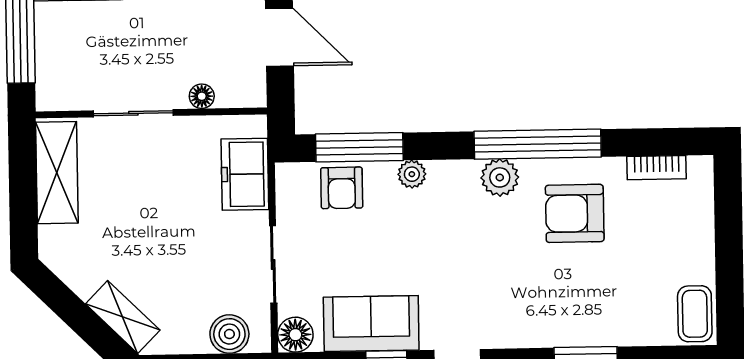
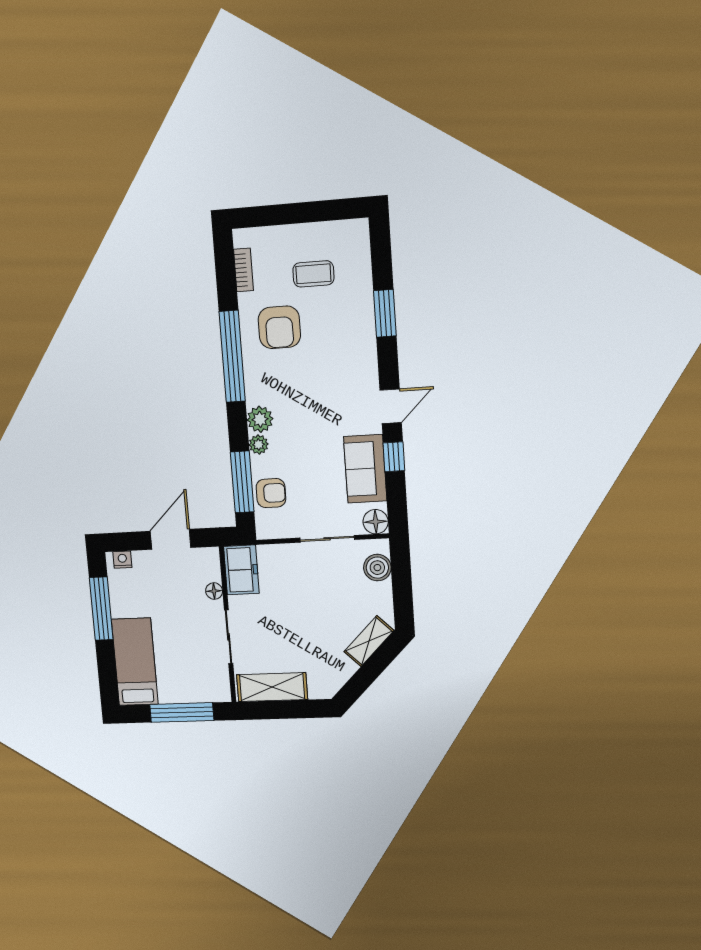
freezer: (245, 174) -> (241, 570), moved, turned -90
plant: (500, 177) -> (260, 419), moved
coffee table: (695, 314) -> (313, 274), moved

